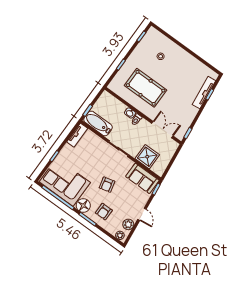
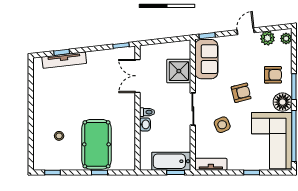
pool table: (146, 88) -> (96, 144), moved
bathtub: (98, 123) -> (171, 161), moved, turned 90
side table: (96, 159) -> (222, 125), added

